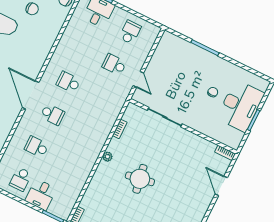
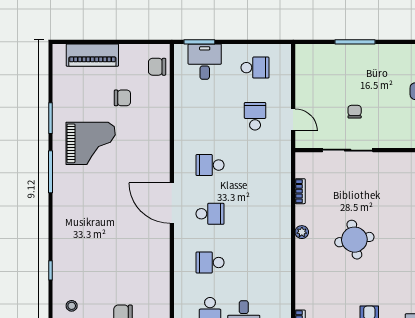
school desk: (130, 32) -> (255, 68), turned 90
school desk: (114, 64) -> (255, 116), turned 90
chair: (213, 92) -> (355, 112), moved

